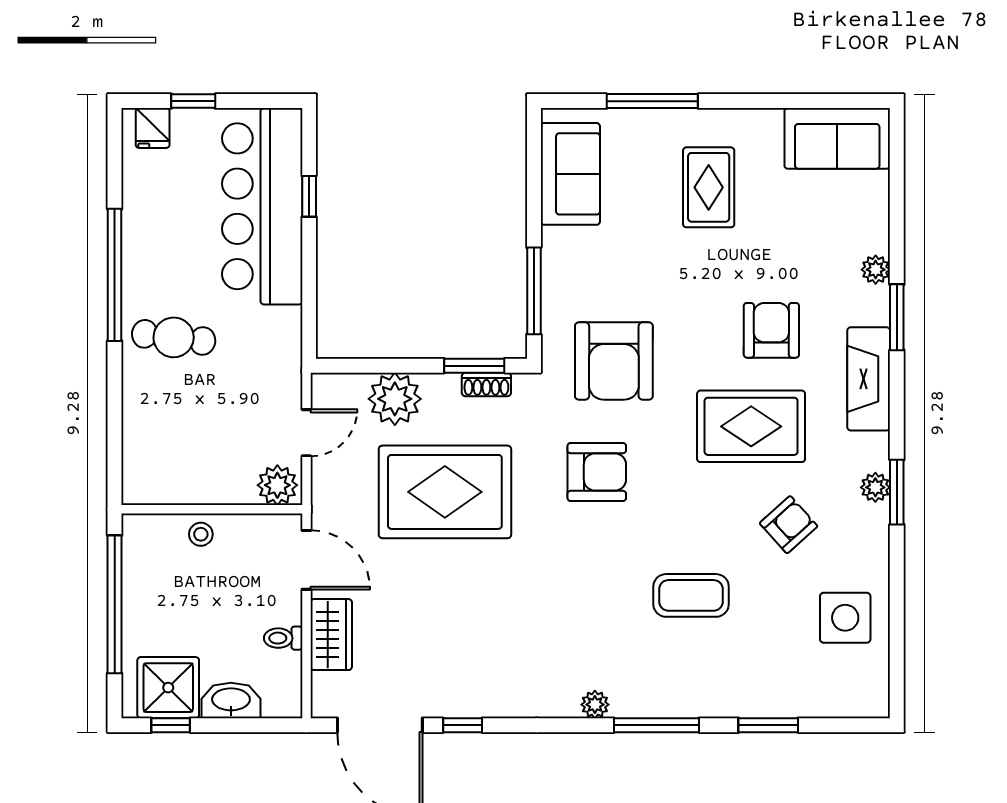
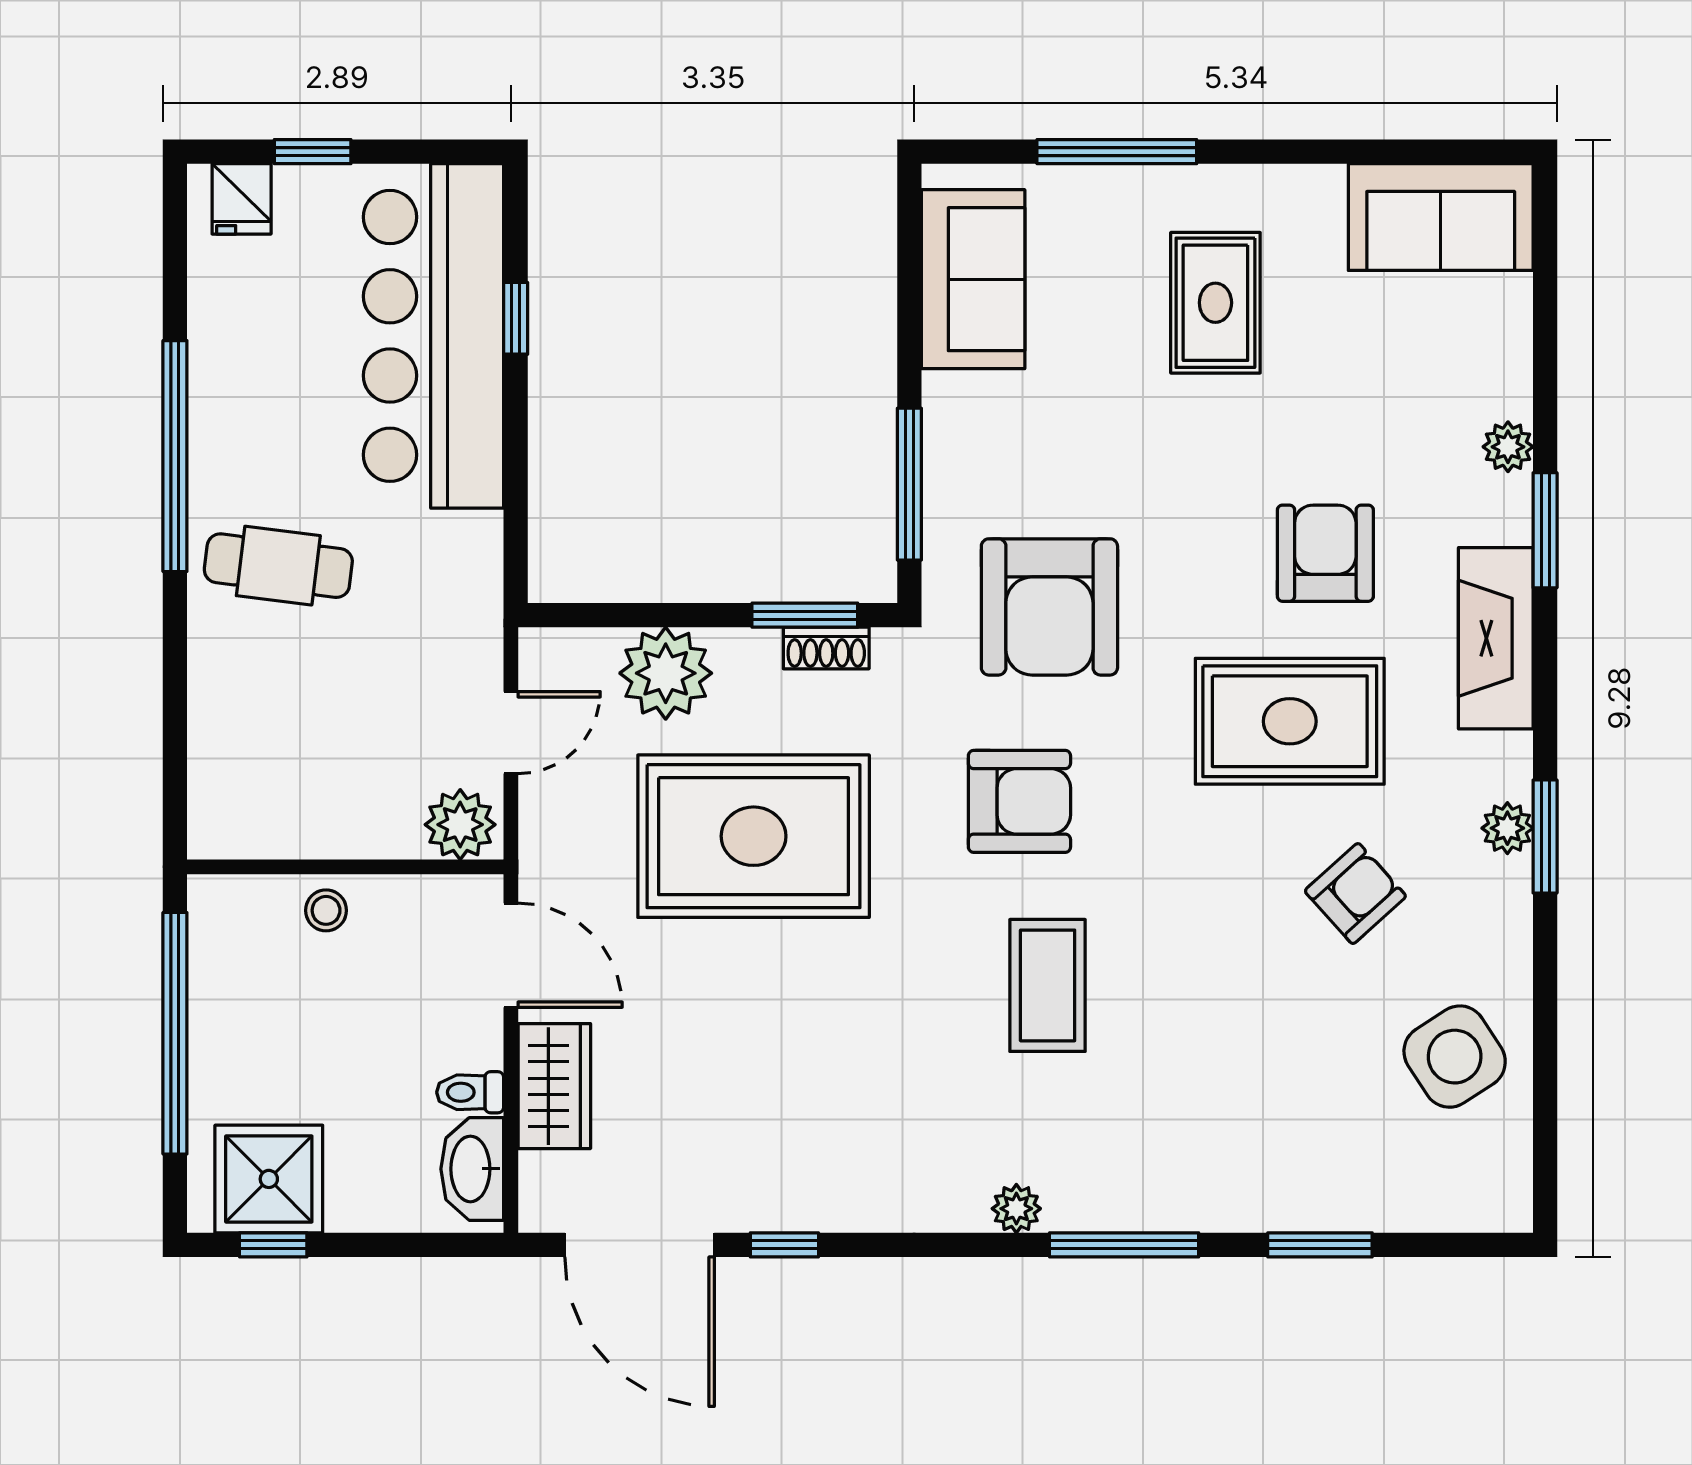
coffee table: (691, 595) -> (1048, 985), moved, turned 90
side table: (845, 618) -> (1455, 1057), turned -33
washbasin: (231, 700) -> (472, 1169), moved, turned -90

